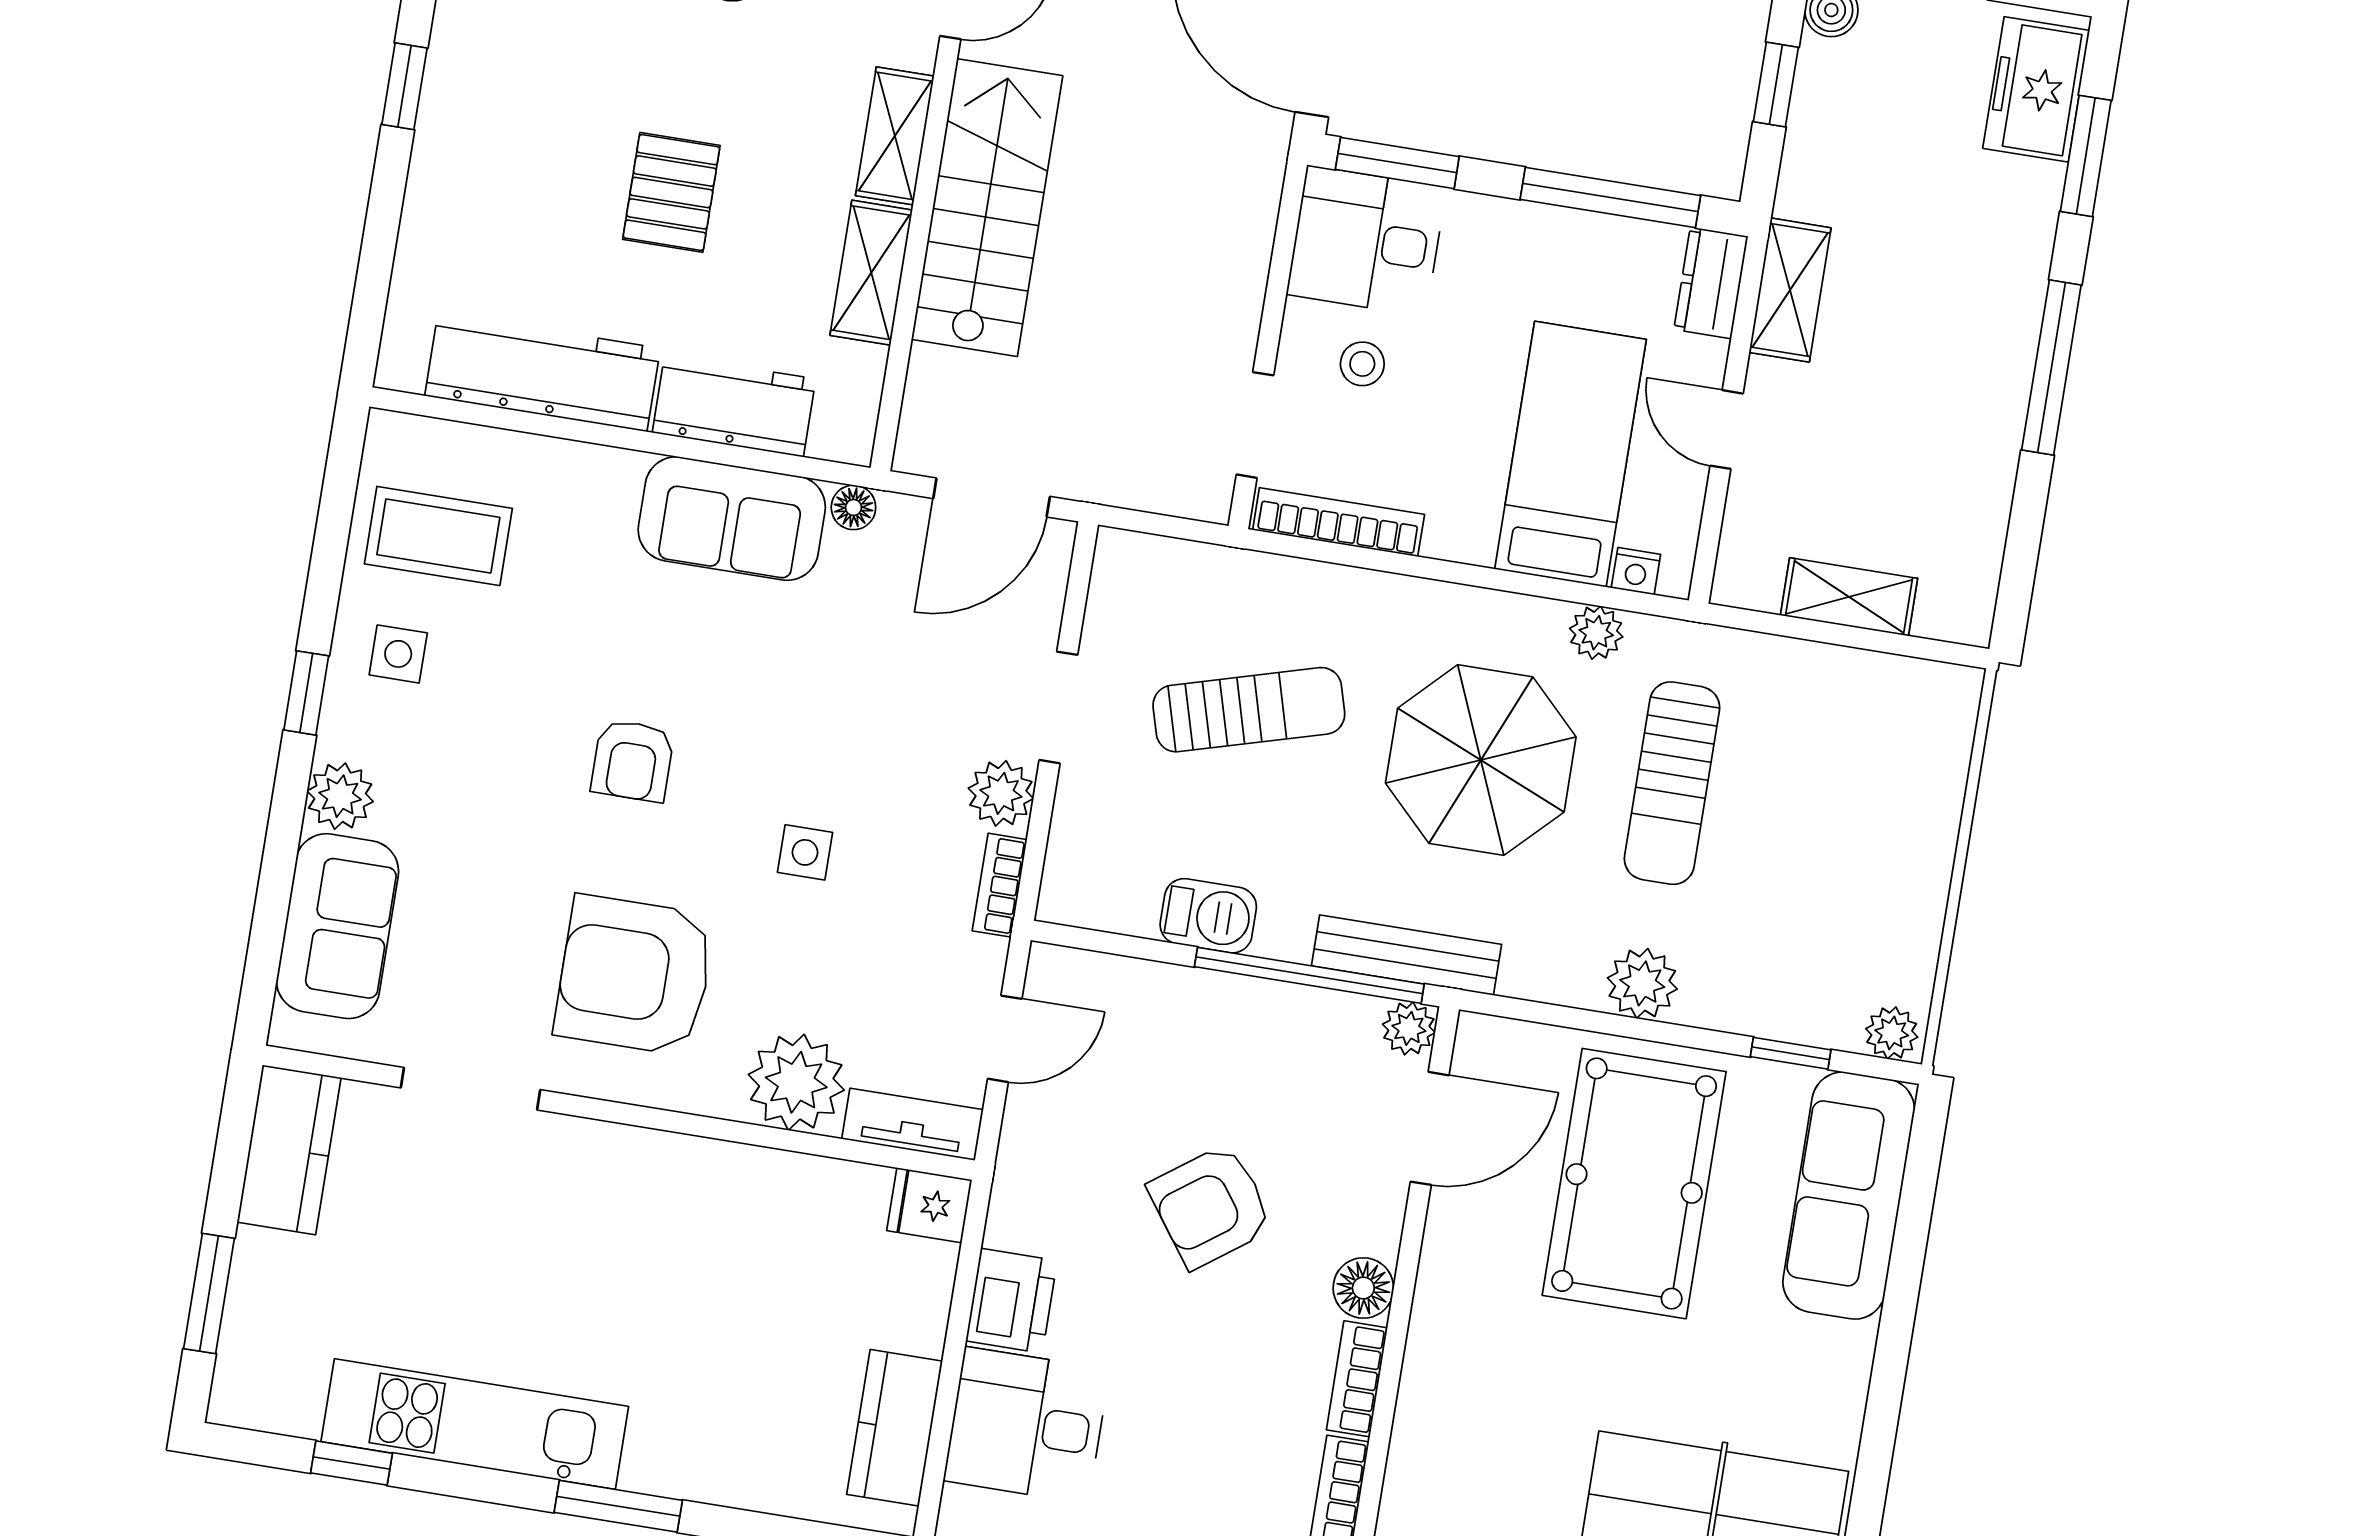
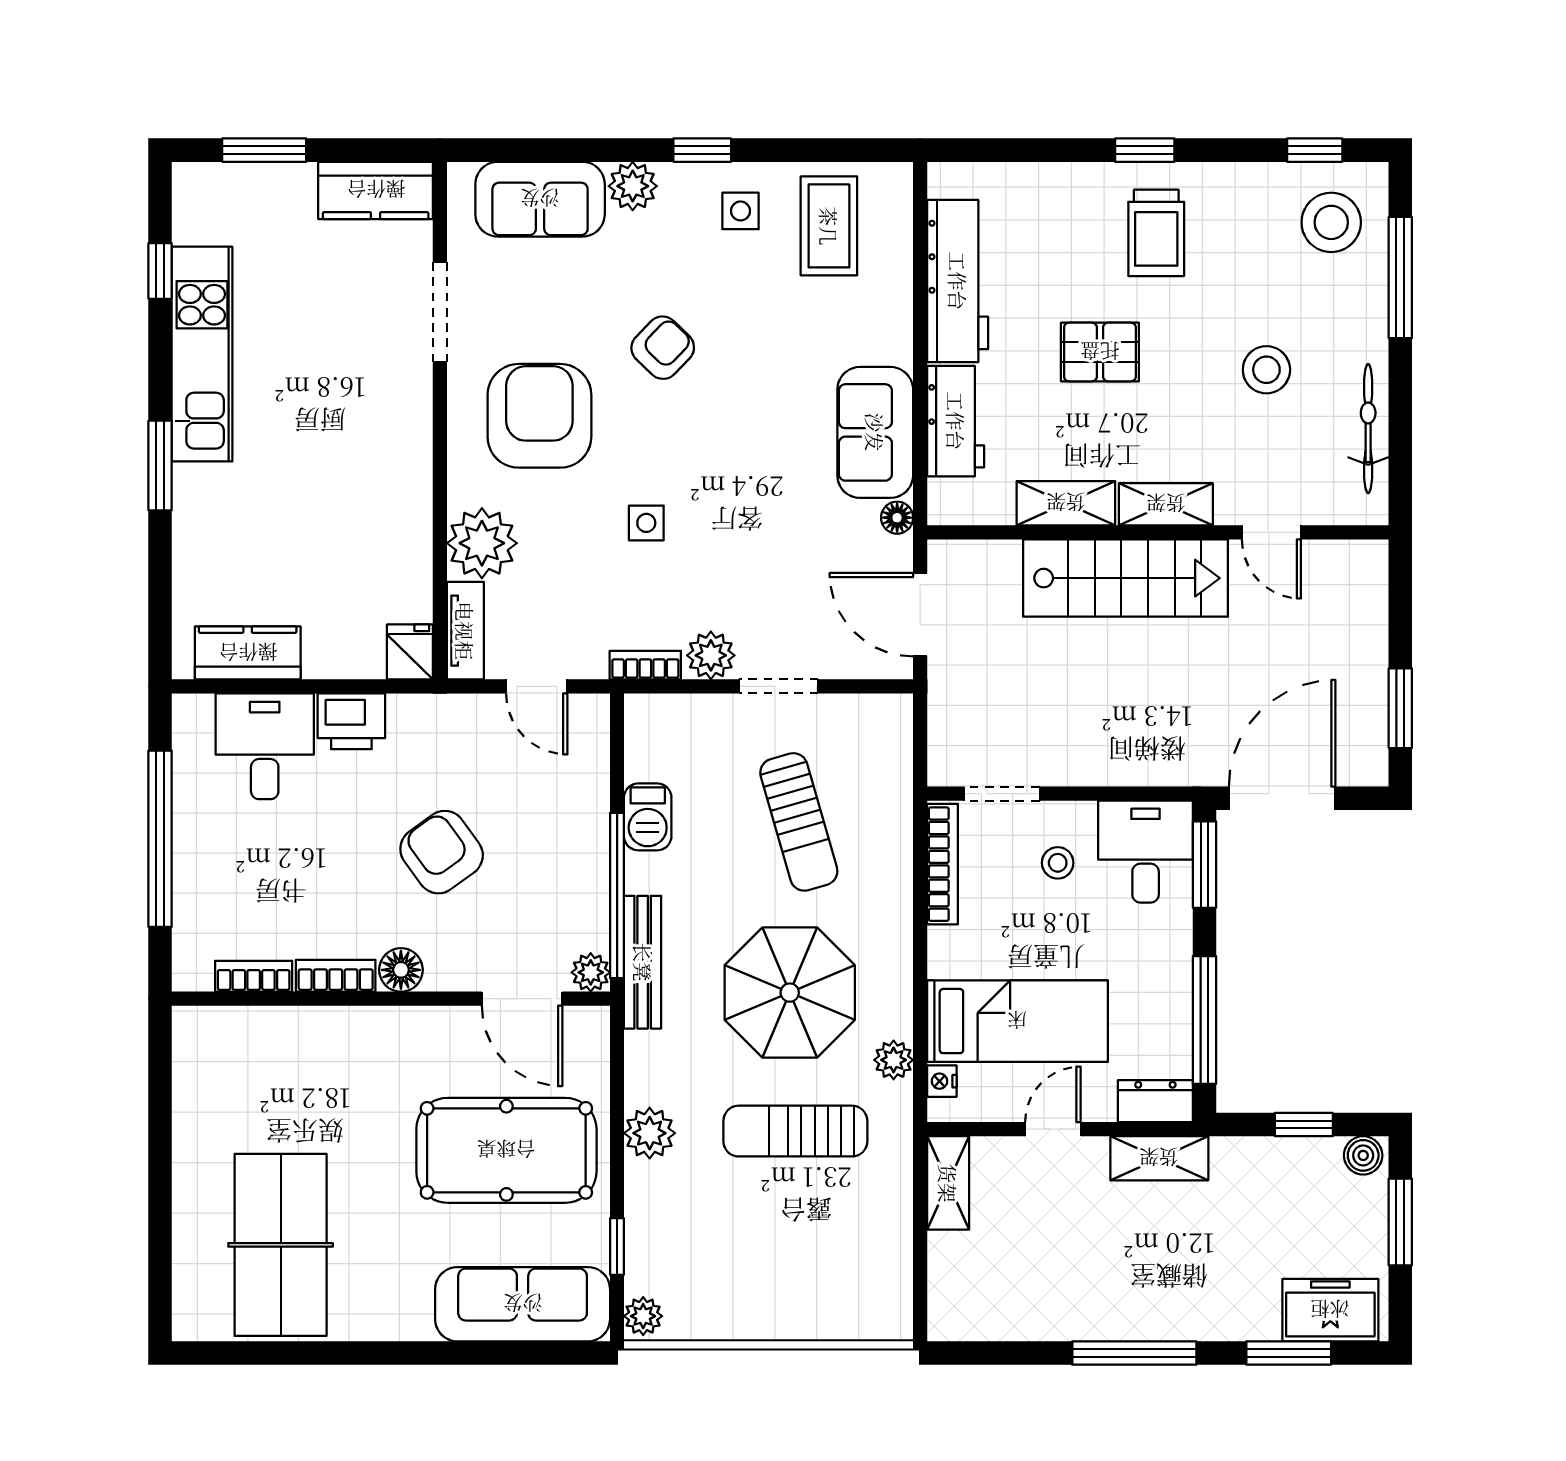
trolley: (521, 89) -> (1156, 233), added
shelving: (1849, 597) -> (948, 1183), moved
armchair: (633, 761) -> (663, 348), moved, turned 134

